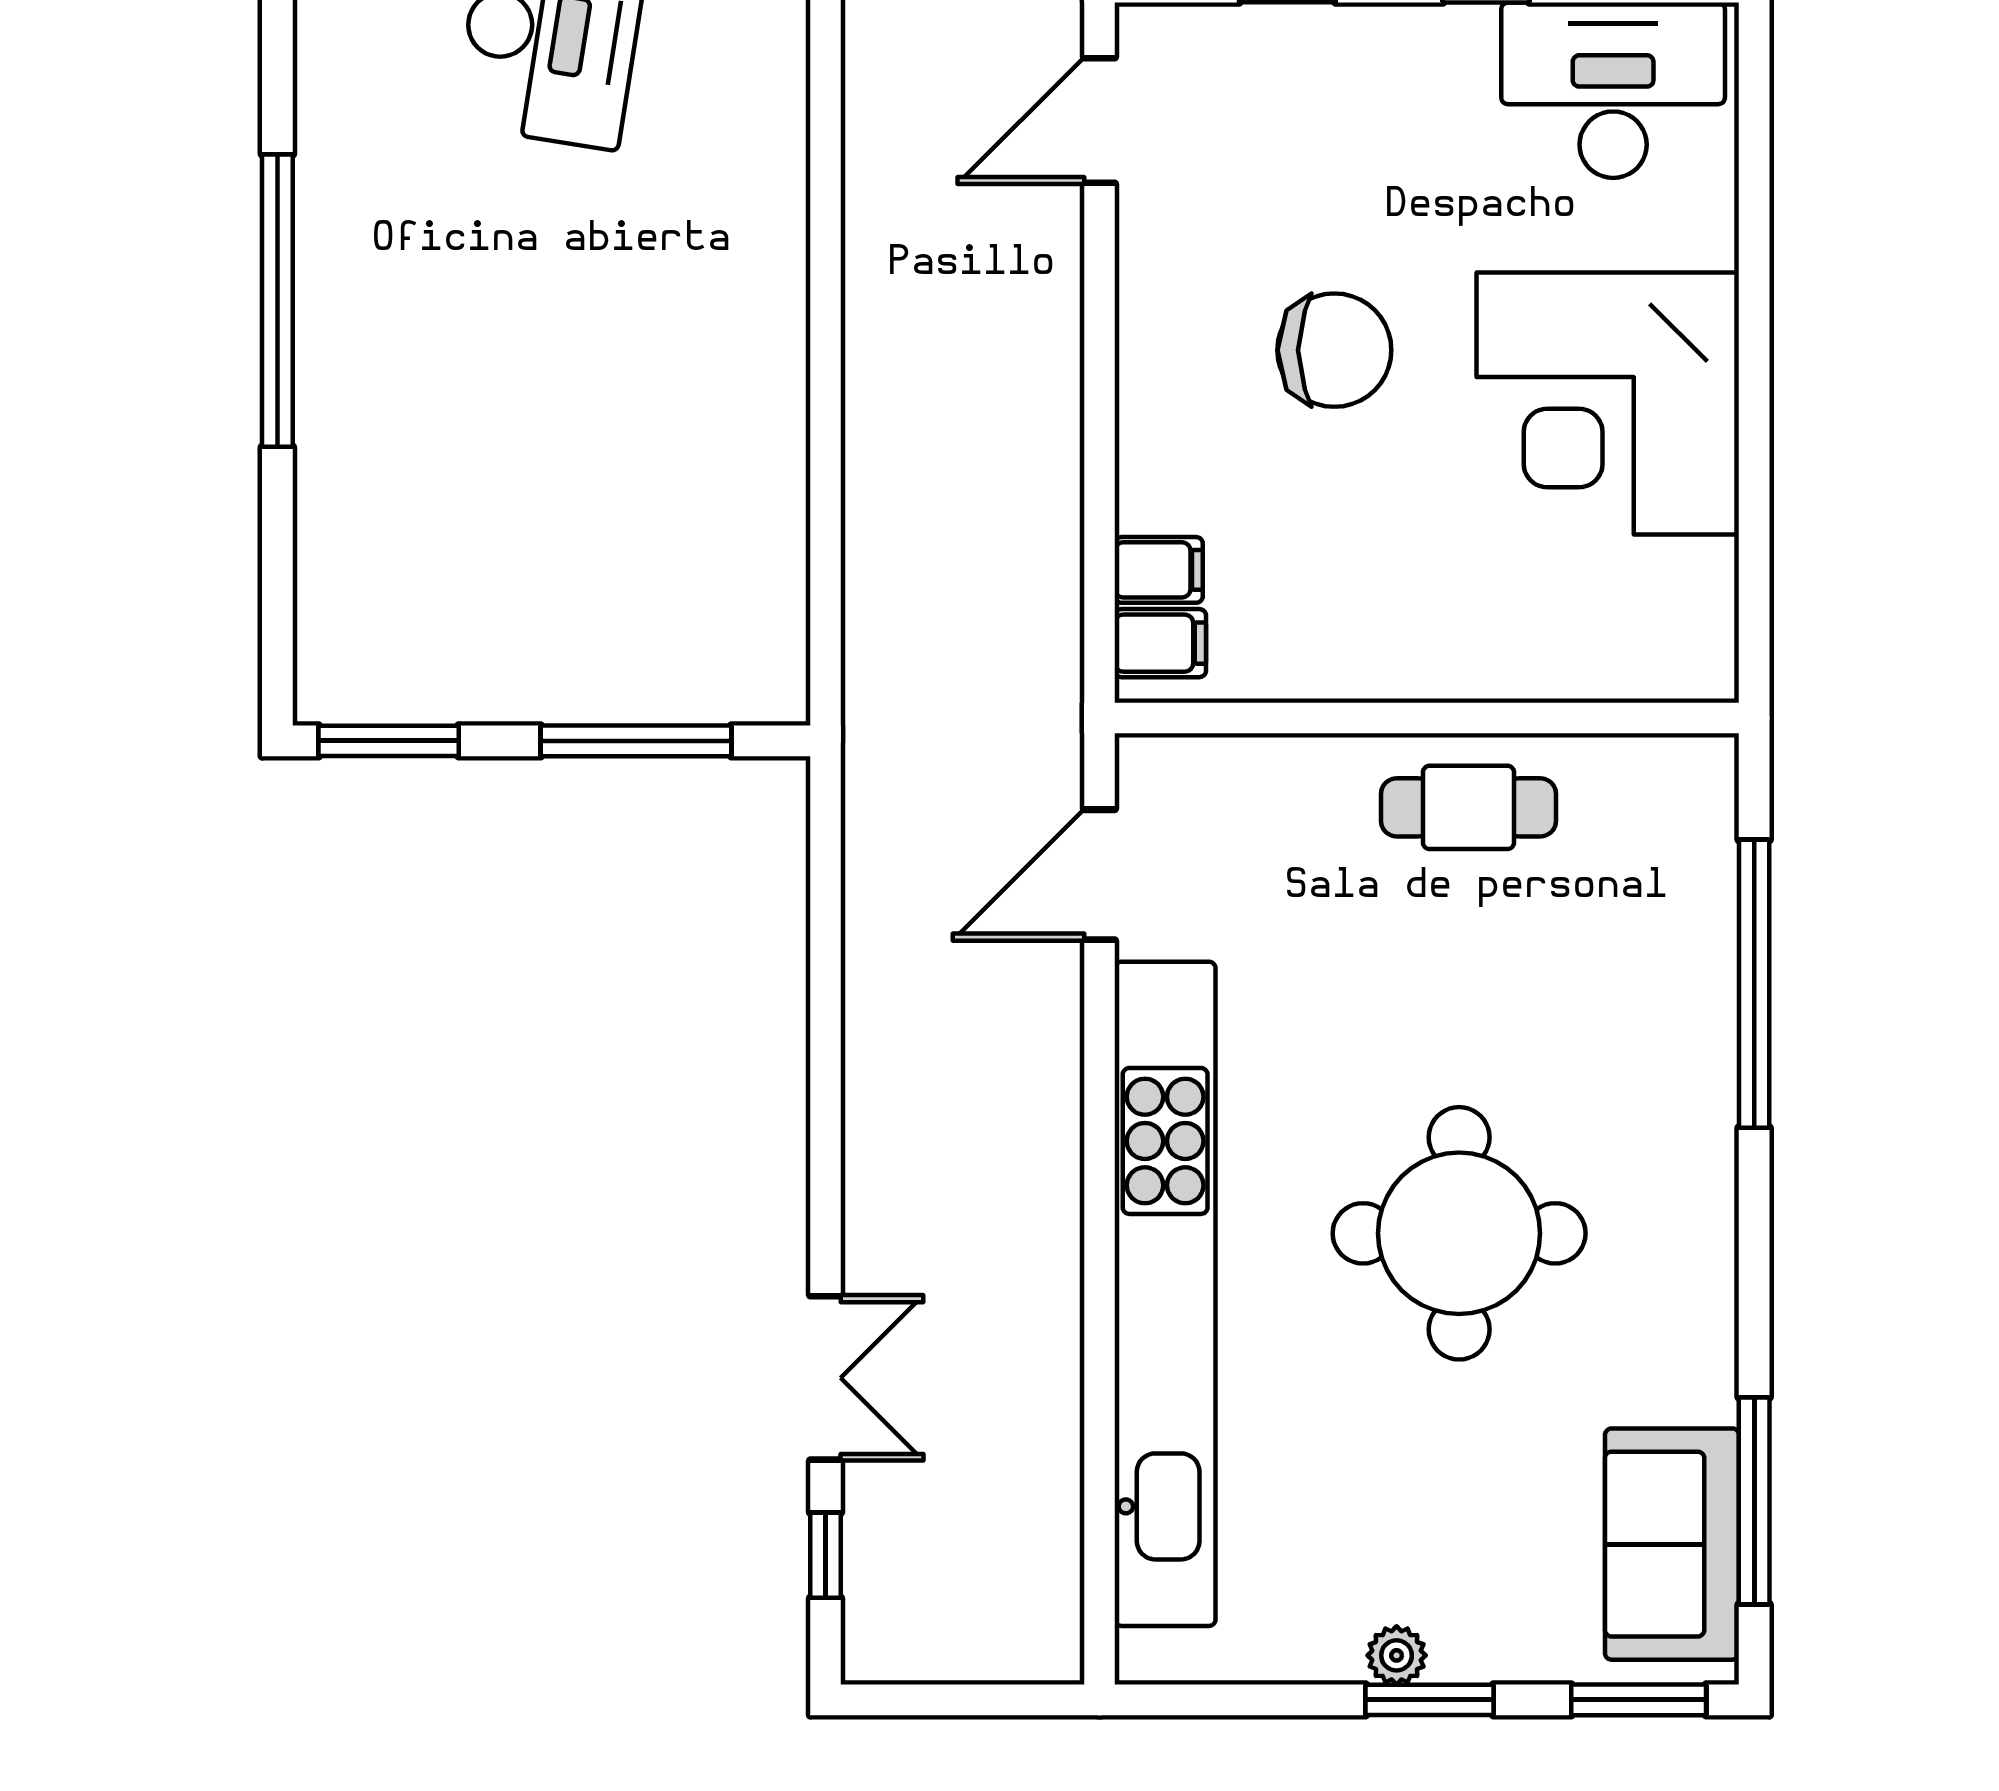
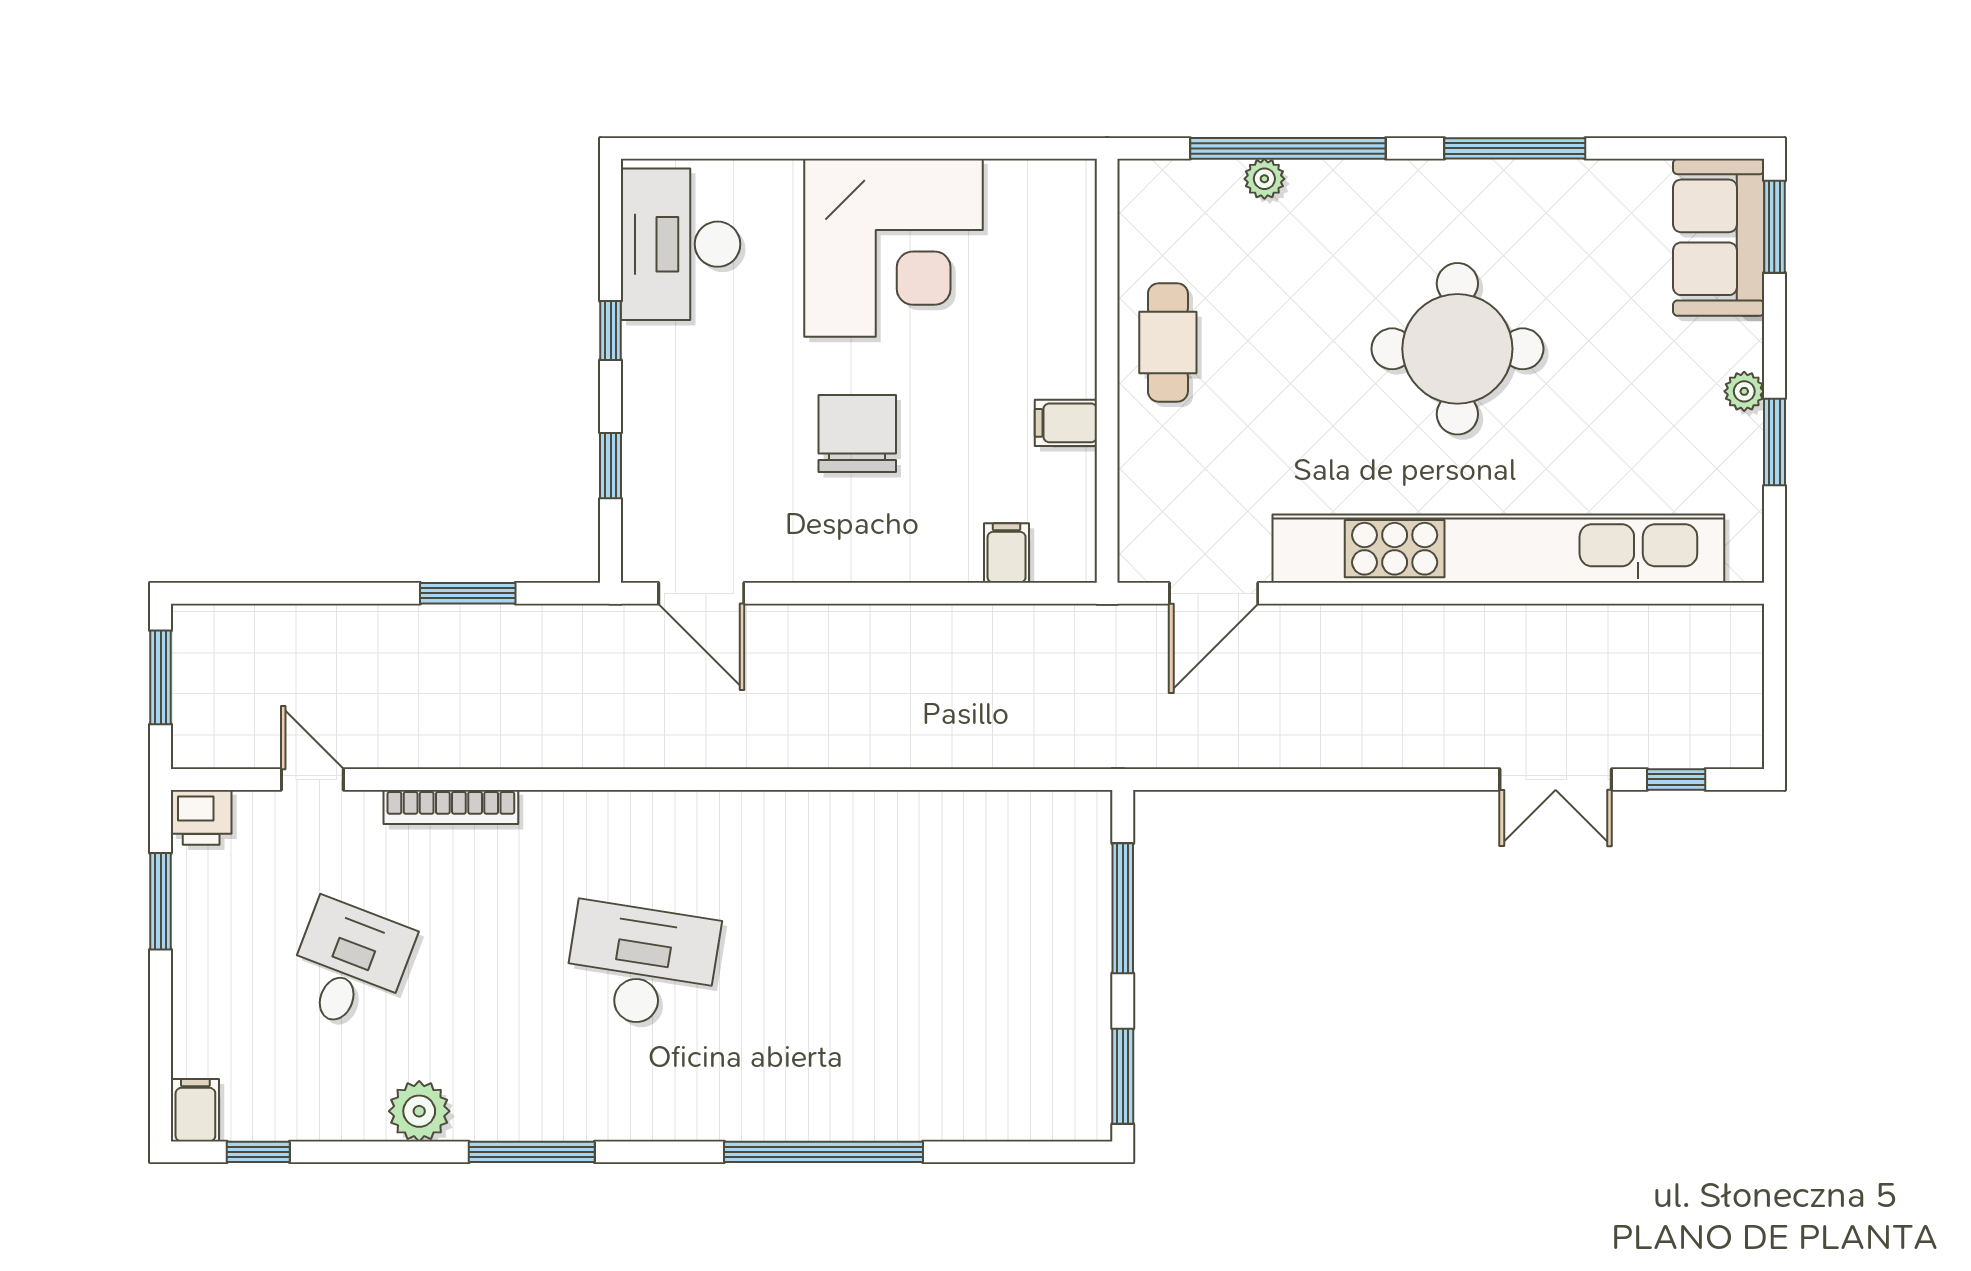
filing cabinet: (1160, 643) -> (1066, 423), moved, turned -90
door: (1100, 875) -> (1214, 593), hinge flipped
plant: (1709, 949) -> (1264, 179), added
double door: (825, 1378) -> (1556, 779), swing flipped
window: (1754, 1501) -> (1515, 148), moved
sofa: (1672, 1544) -> (1719, 237), moved, turned 90
window: (1429, 1700) -> (1774, 442), moved

